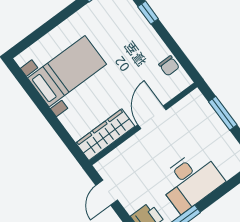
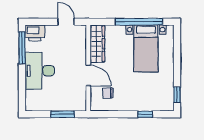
chair: (169, 66) -> (108, 93), moved
window: (41, 104) -> (139, 22), added

